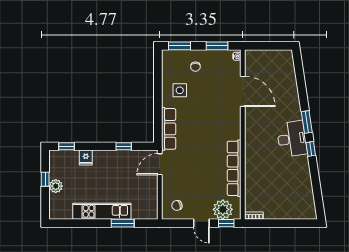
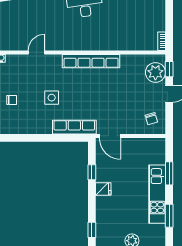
side table: (180, 90) -> (52, 98), moved
door: (243, 91) -> (36, 52), width x0.53
fridge: (86, 158) -> (103, 189), moved
row of seats: (234, 168) -> (91, 61), moved
window: (81, 223) -> (169, 216), added

